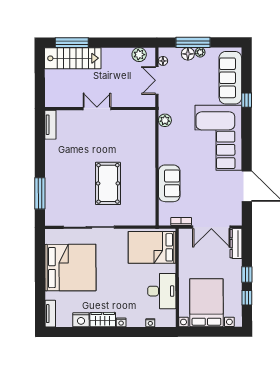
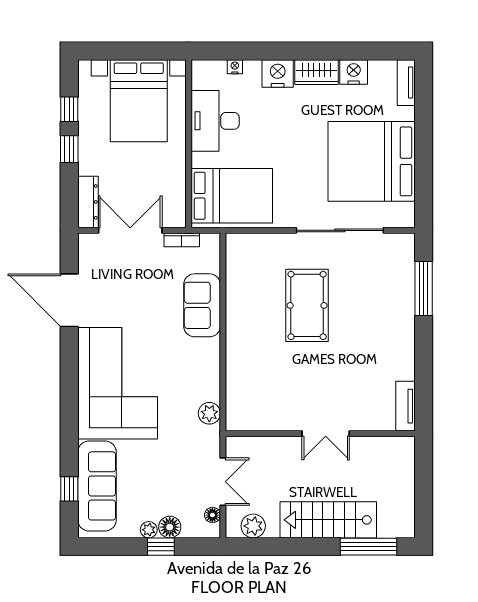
window: (193, 42) -> (161, 547), width x0.46
stairs: (73, 58) -> (328, 520), moved
window: (247, 100) -> (69, 489), moved
nightstand: (121, 322) -> (278, 73), width x1.89, depth x1.79

